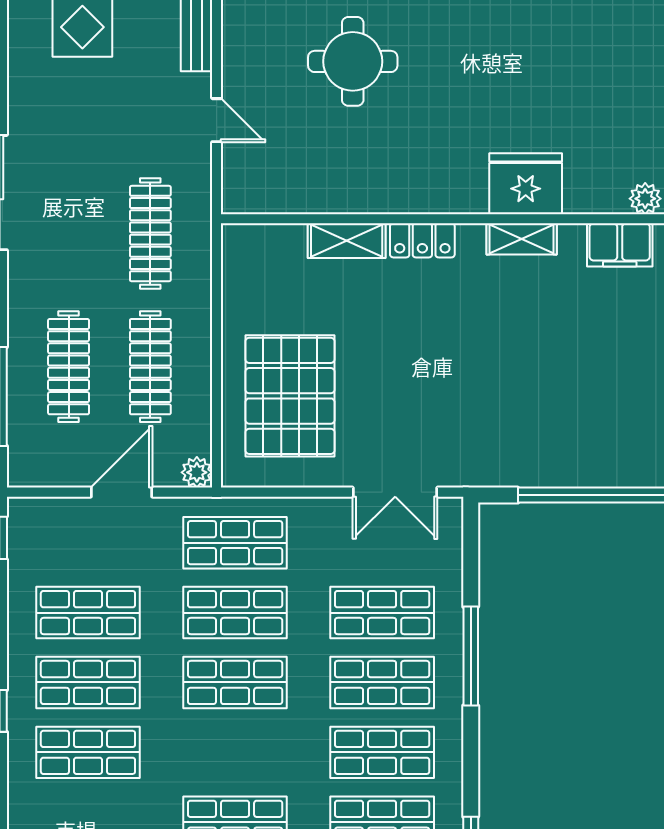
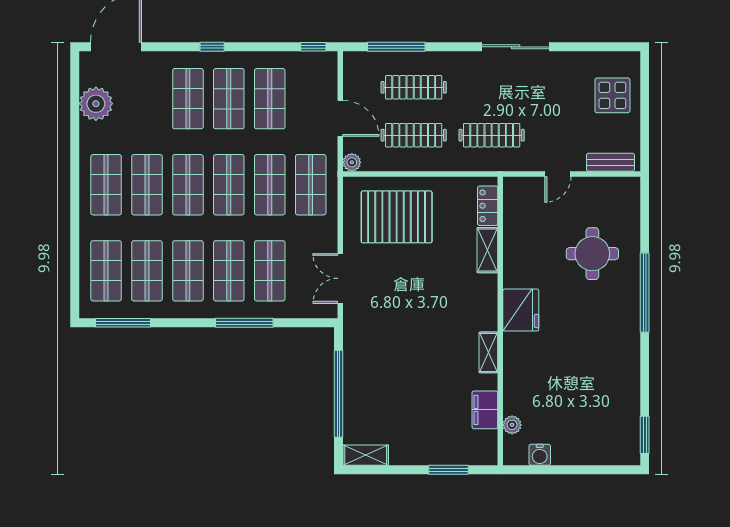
fridge: (526, 184) -> (521, 310), moved
locker: (422, 240) -> (488, 206), moved
shop shelf: (235, 752) -> (188, 185), added

